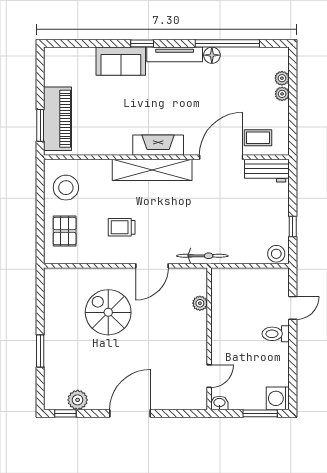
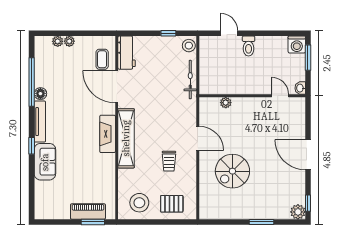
piano: (58, 119) -> (88, 212), width x0.73, depth x0.75
bicycle: (202, 256) -> (190, 80), moved
plant: (78, 400) -> (298, 212), moved

